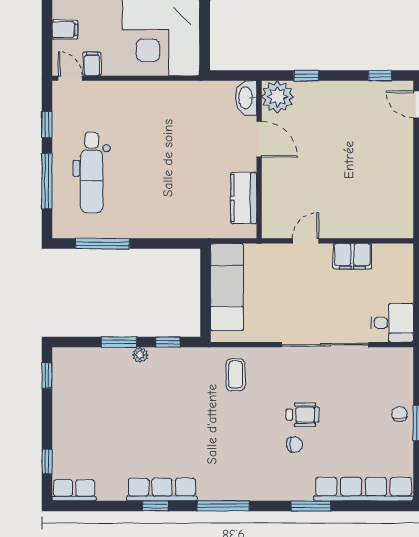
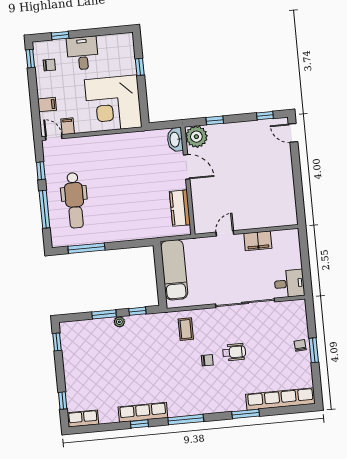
chair: (294, 445) -> (207, 360), moved

